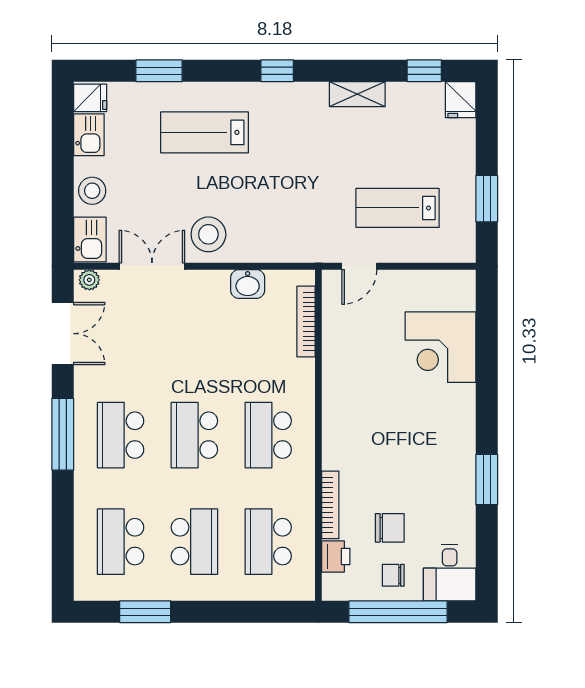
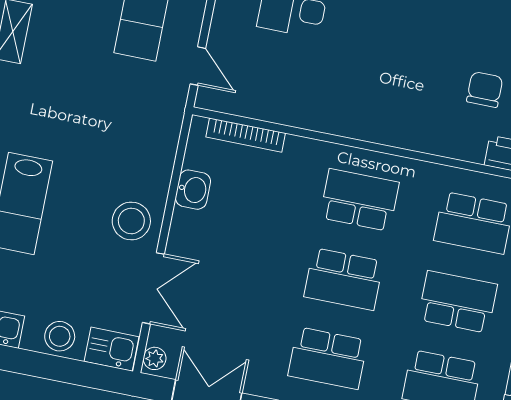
double door: (152, 266) -> (153, 288), swing flipped
school desk: (268, 435) -> (359, 200), turned 180
bookcase: (330, 505) -> (447, 148), removed

